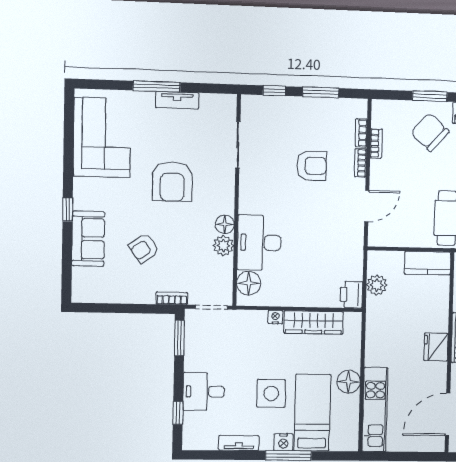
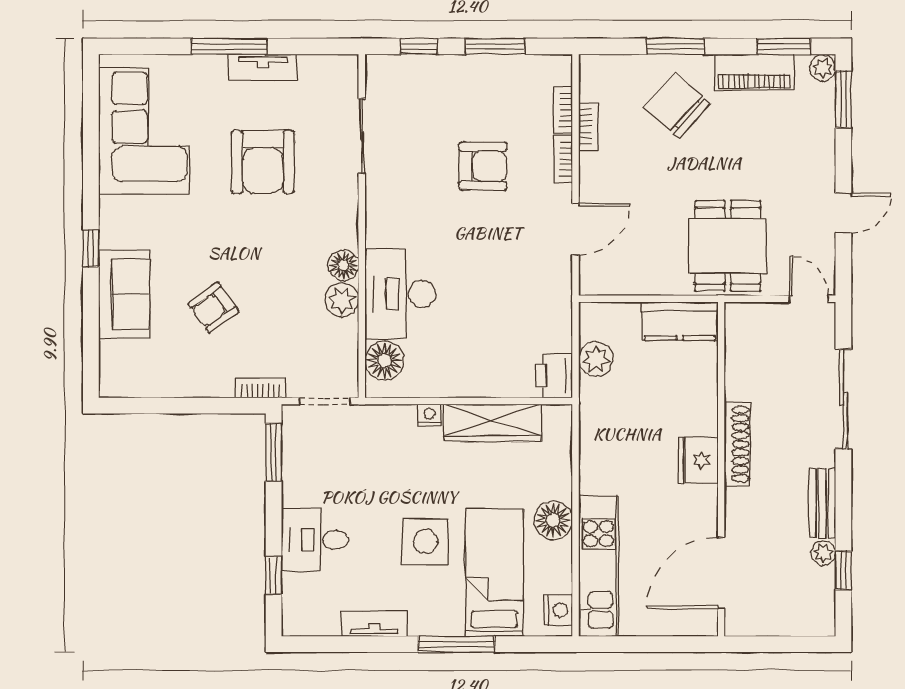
armchair: (172, 182) -> (263, 162), moved
nightstand: (283, 442) -> (558, 610), moved, turned -90

